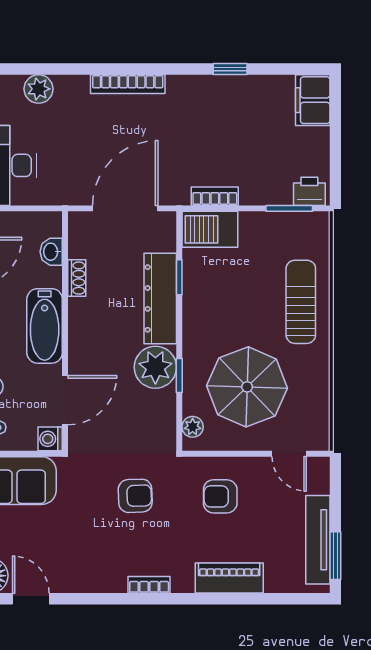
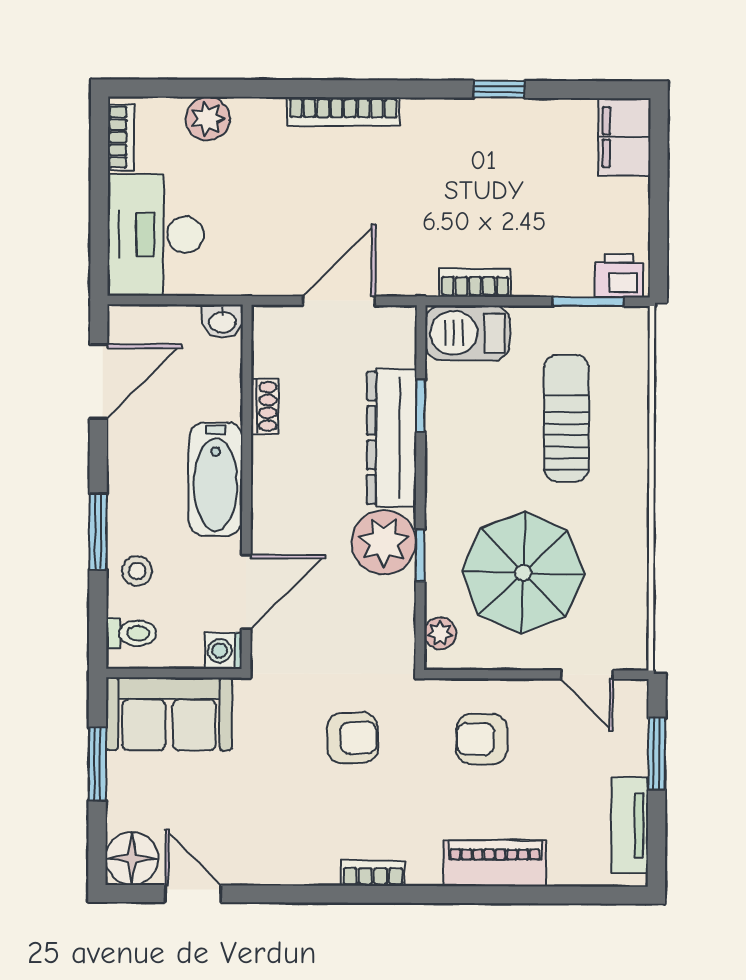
door: (125, 208) -> (339, 301), width x0.73
washbasin: (51, 252) -> (222, 321), moved, turned -90
sun lounger: (301, 302) -> (566, 418), moved
tv unit: (318, 540) -> (630, 825), width x0.71
window: (335, 556) -> (657, 754), moved

